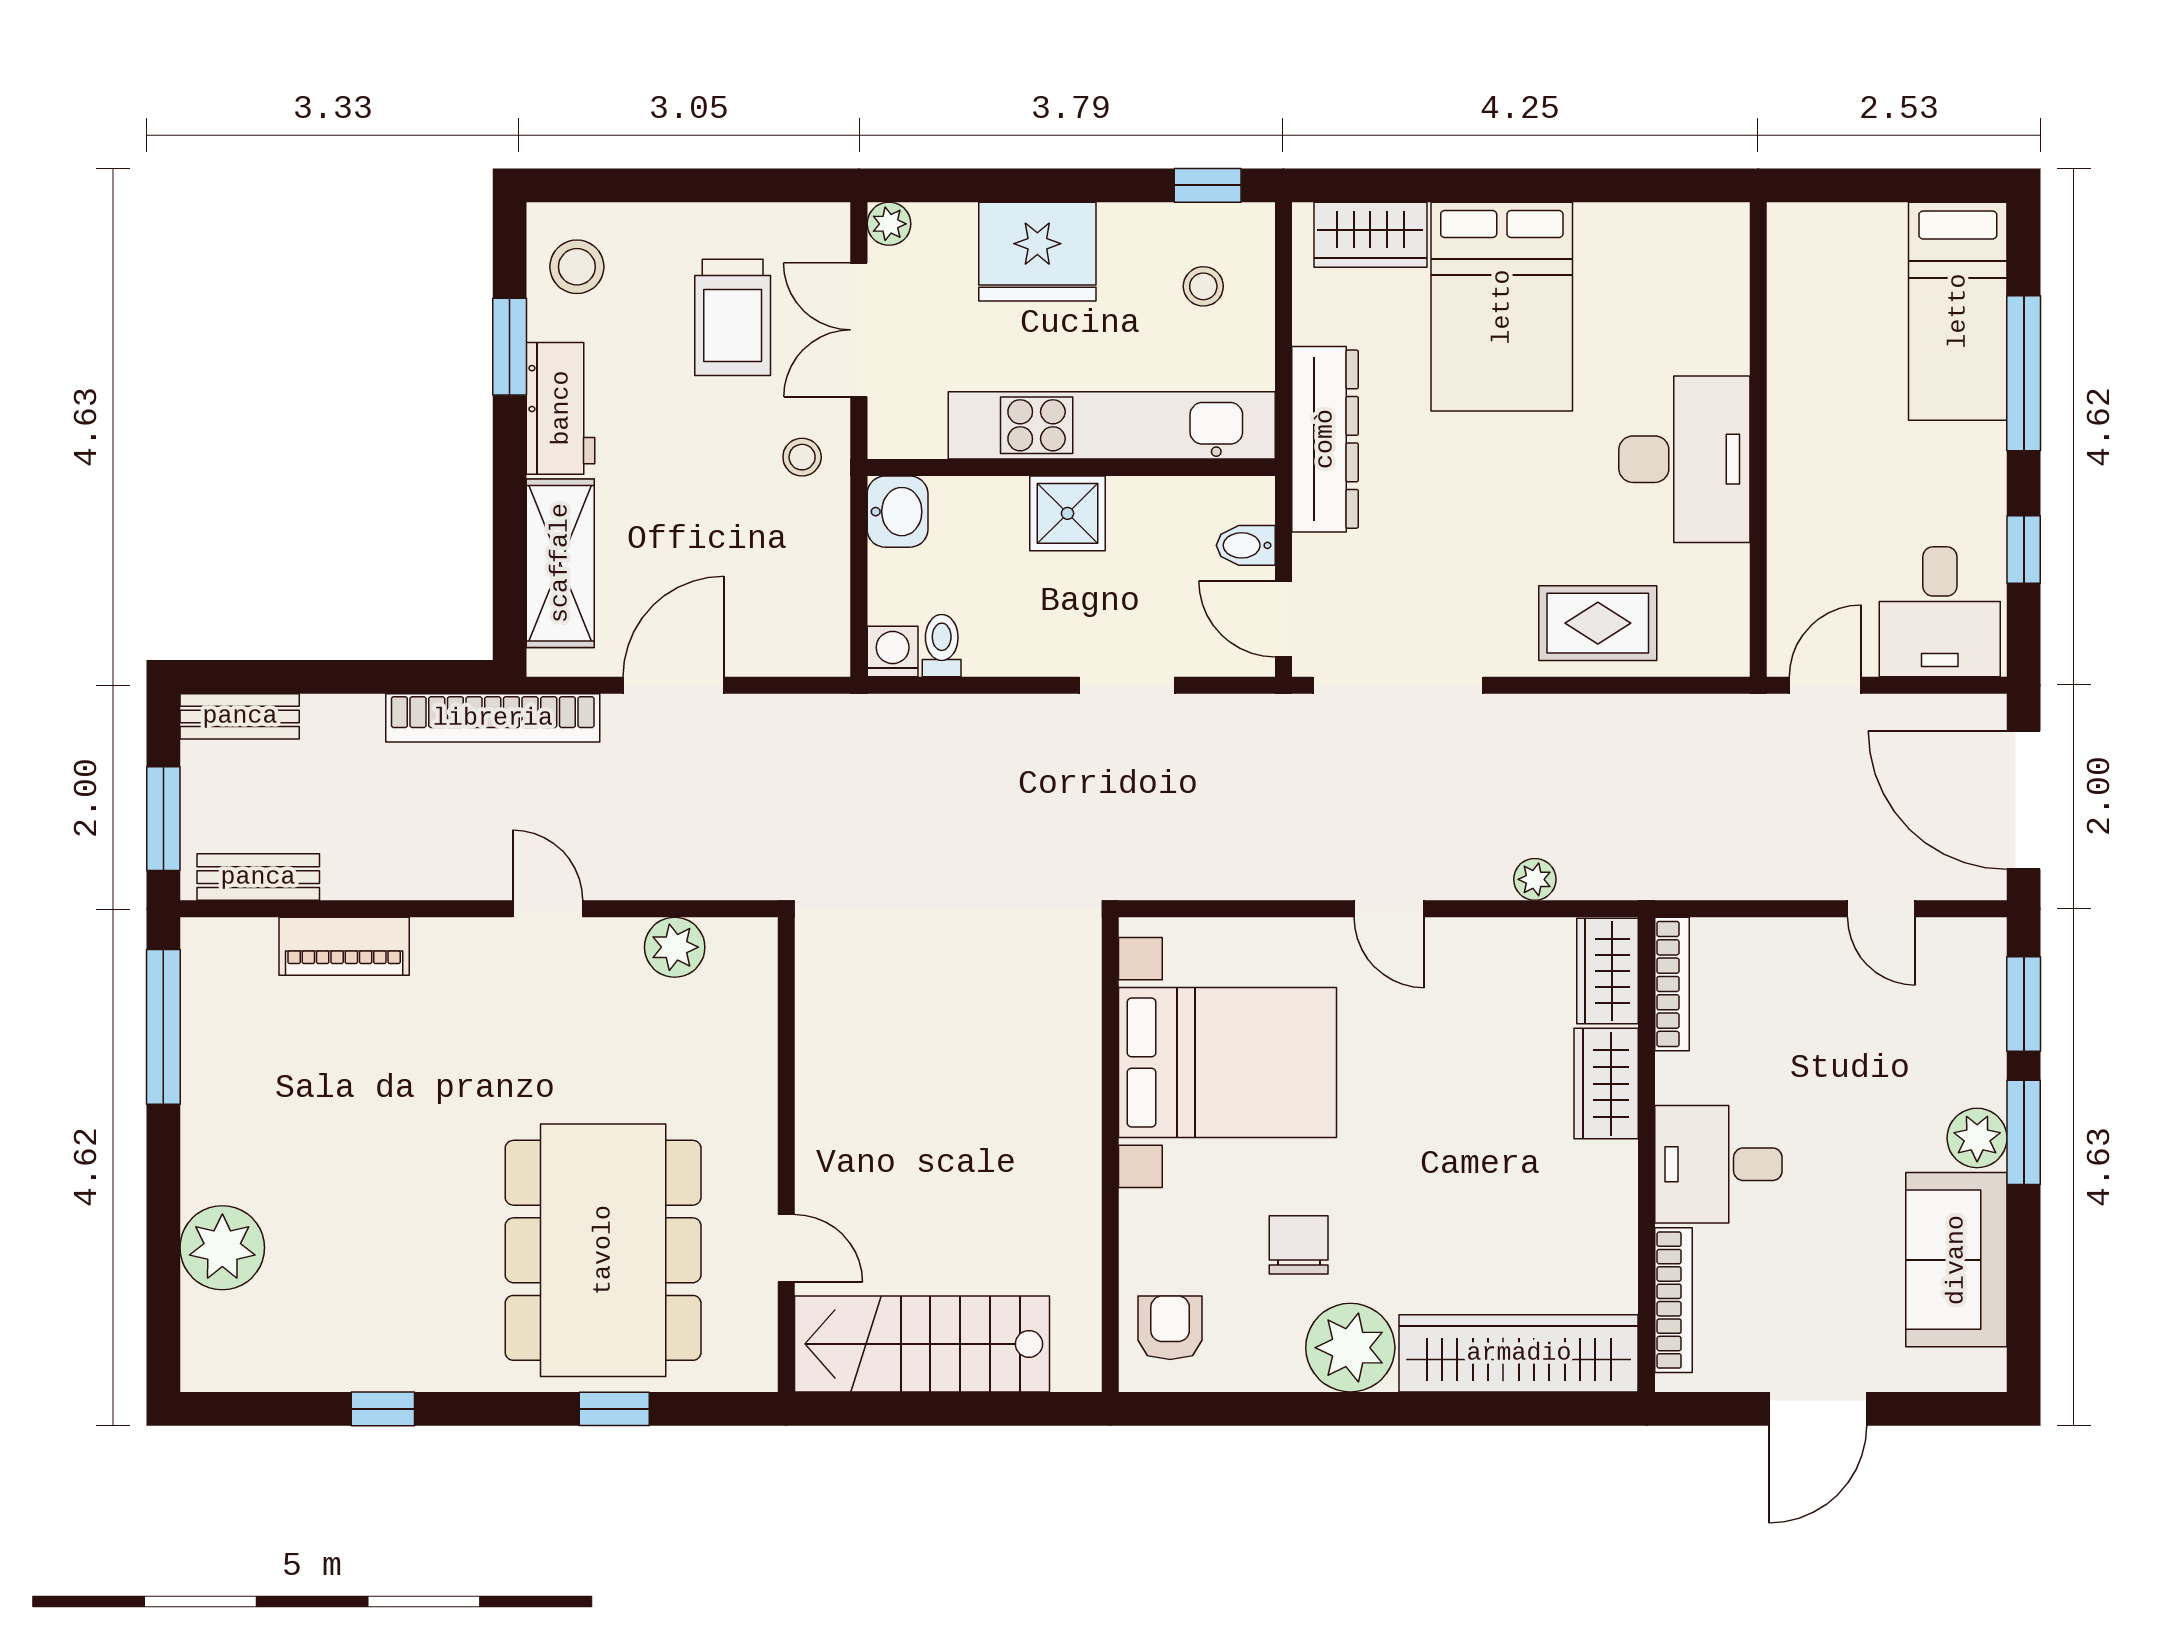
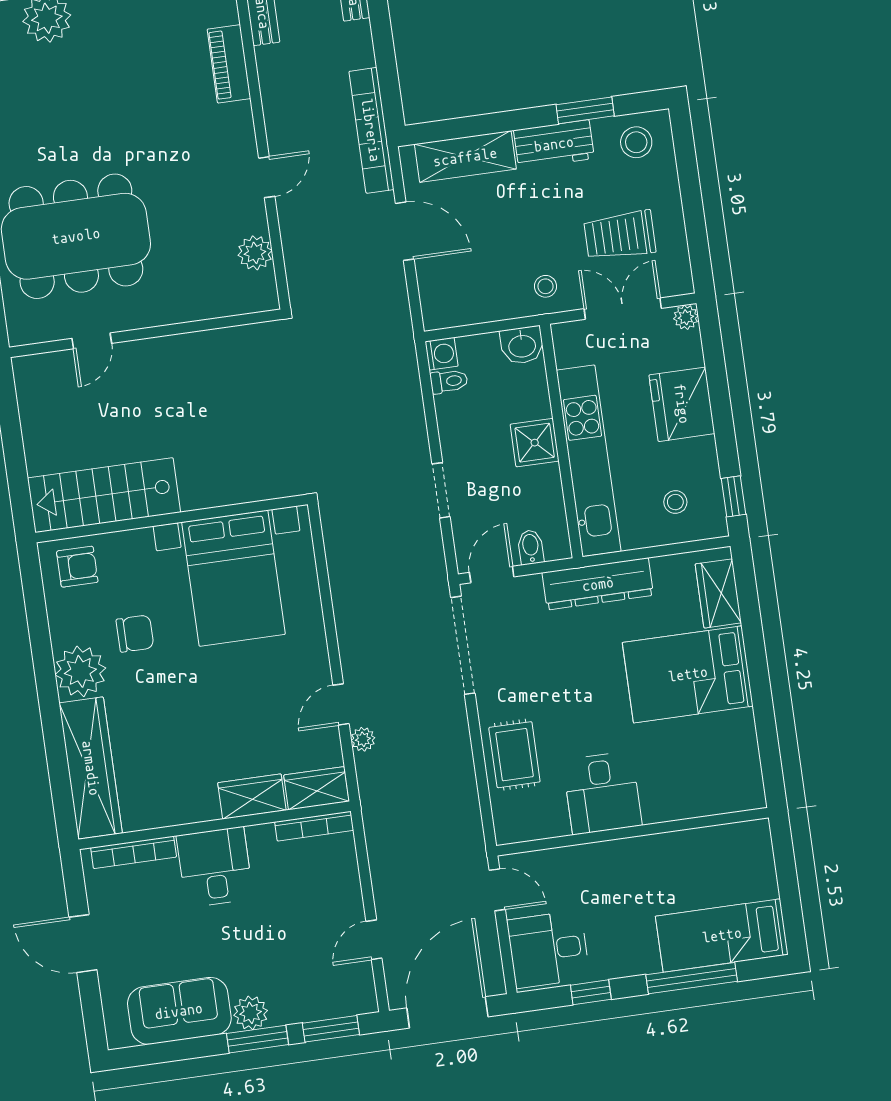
desk: (1684, 459) -> (602, 793), width x0.73
door: (1389, 909) -> (341, 704), moved
stairs: (922, 1344) -> (104, 495), moved, turned -90

